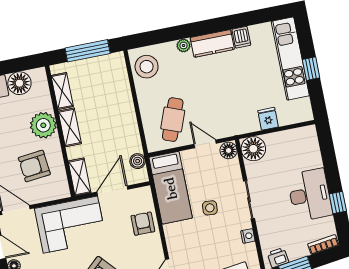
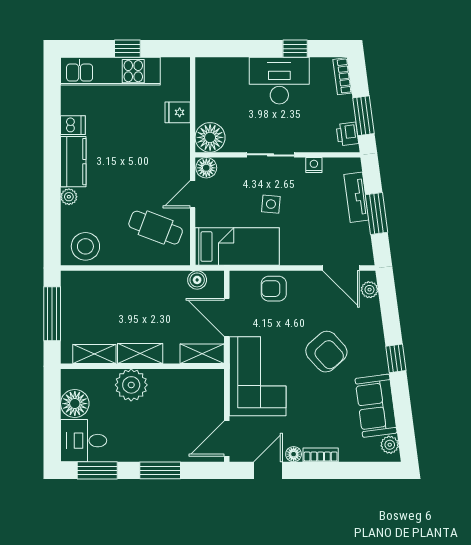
armchair: (34, 166) -> (178, 406), removed

